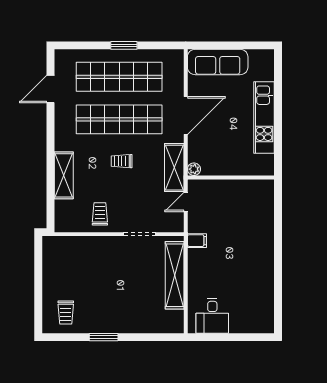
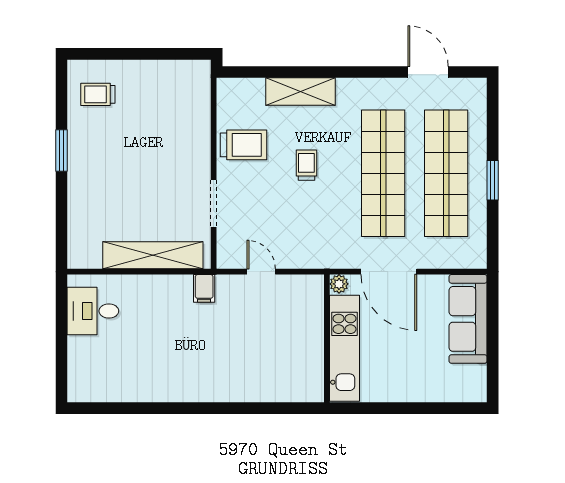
kitchen unit: (264, 117) -> (344, 348), moved, turned 90
trolley: (122, 161) -> (306, 165), moved
shelving: (174, 168) -> (312, 255), removed
plant: (194, 169) -> (339, 284), moved
wall: (231, 177) -> (327, 338), moved
trolley: (100, 214) -> (243, 145), width x1.36, depth x1.39

